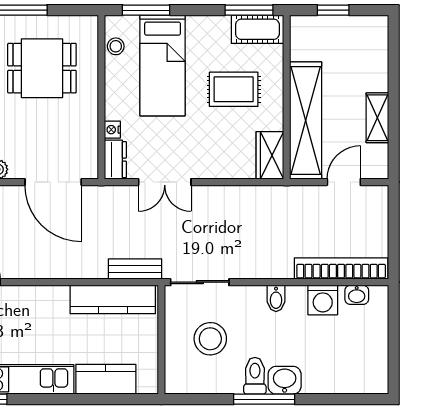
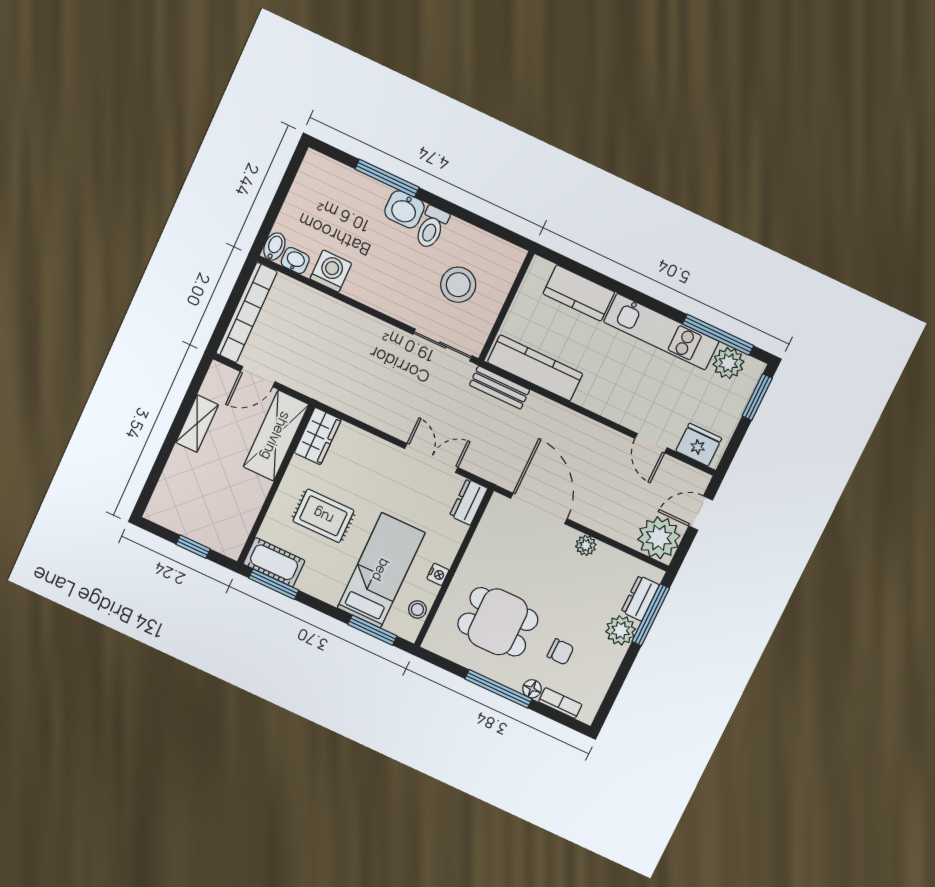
shelving: (306, 120) -> (276, 436), width x0.68
nightstand: (112, 130) -> (438, 574), moved
bookcase: (341, 269) -> (247, 313), moved, turned -90
bidet: (276, 298) -> (274, 247), moved
window: (264, 399) -> (387, 178), moved

